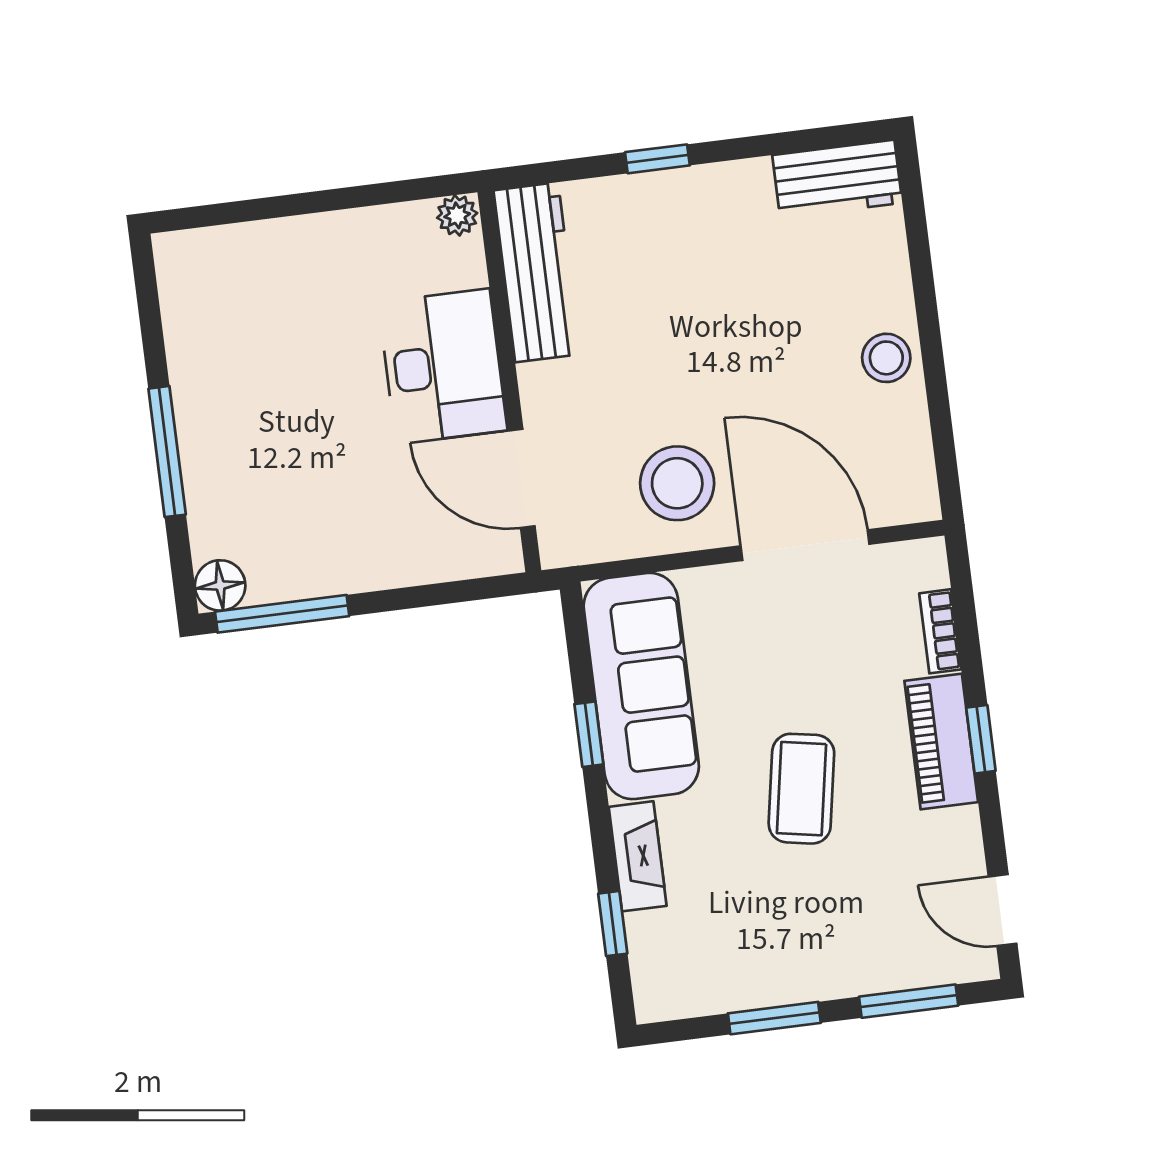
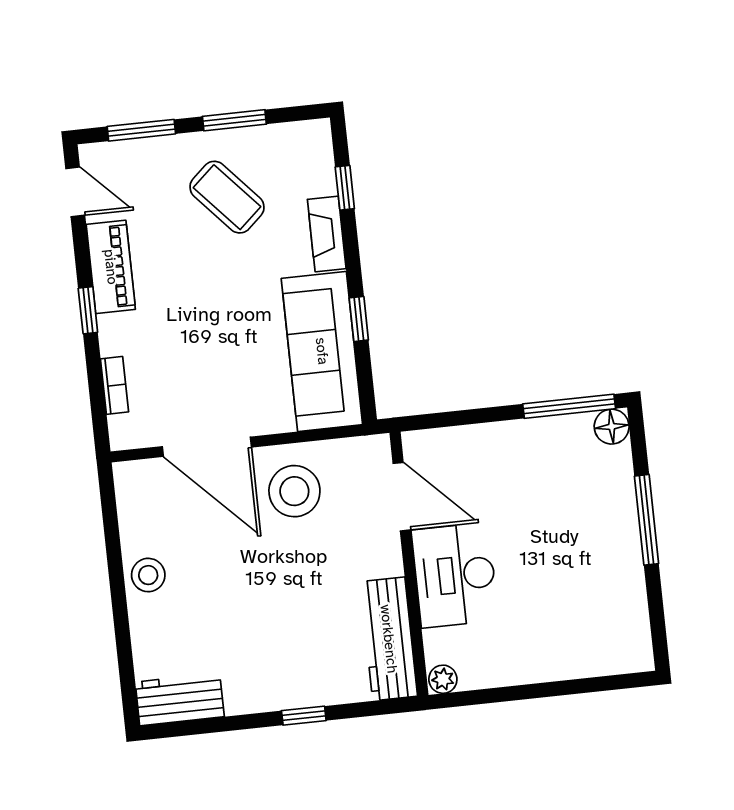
piano: (941, 741) -> (111, 267), moved
coffee table: (801, 789) -> (227, 197), moved, turned -52

